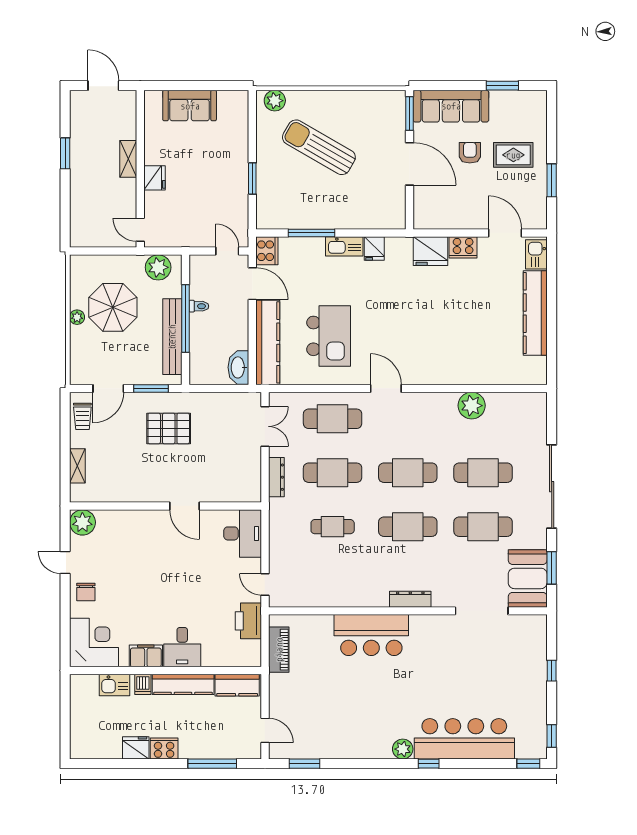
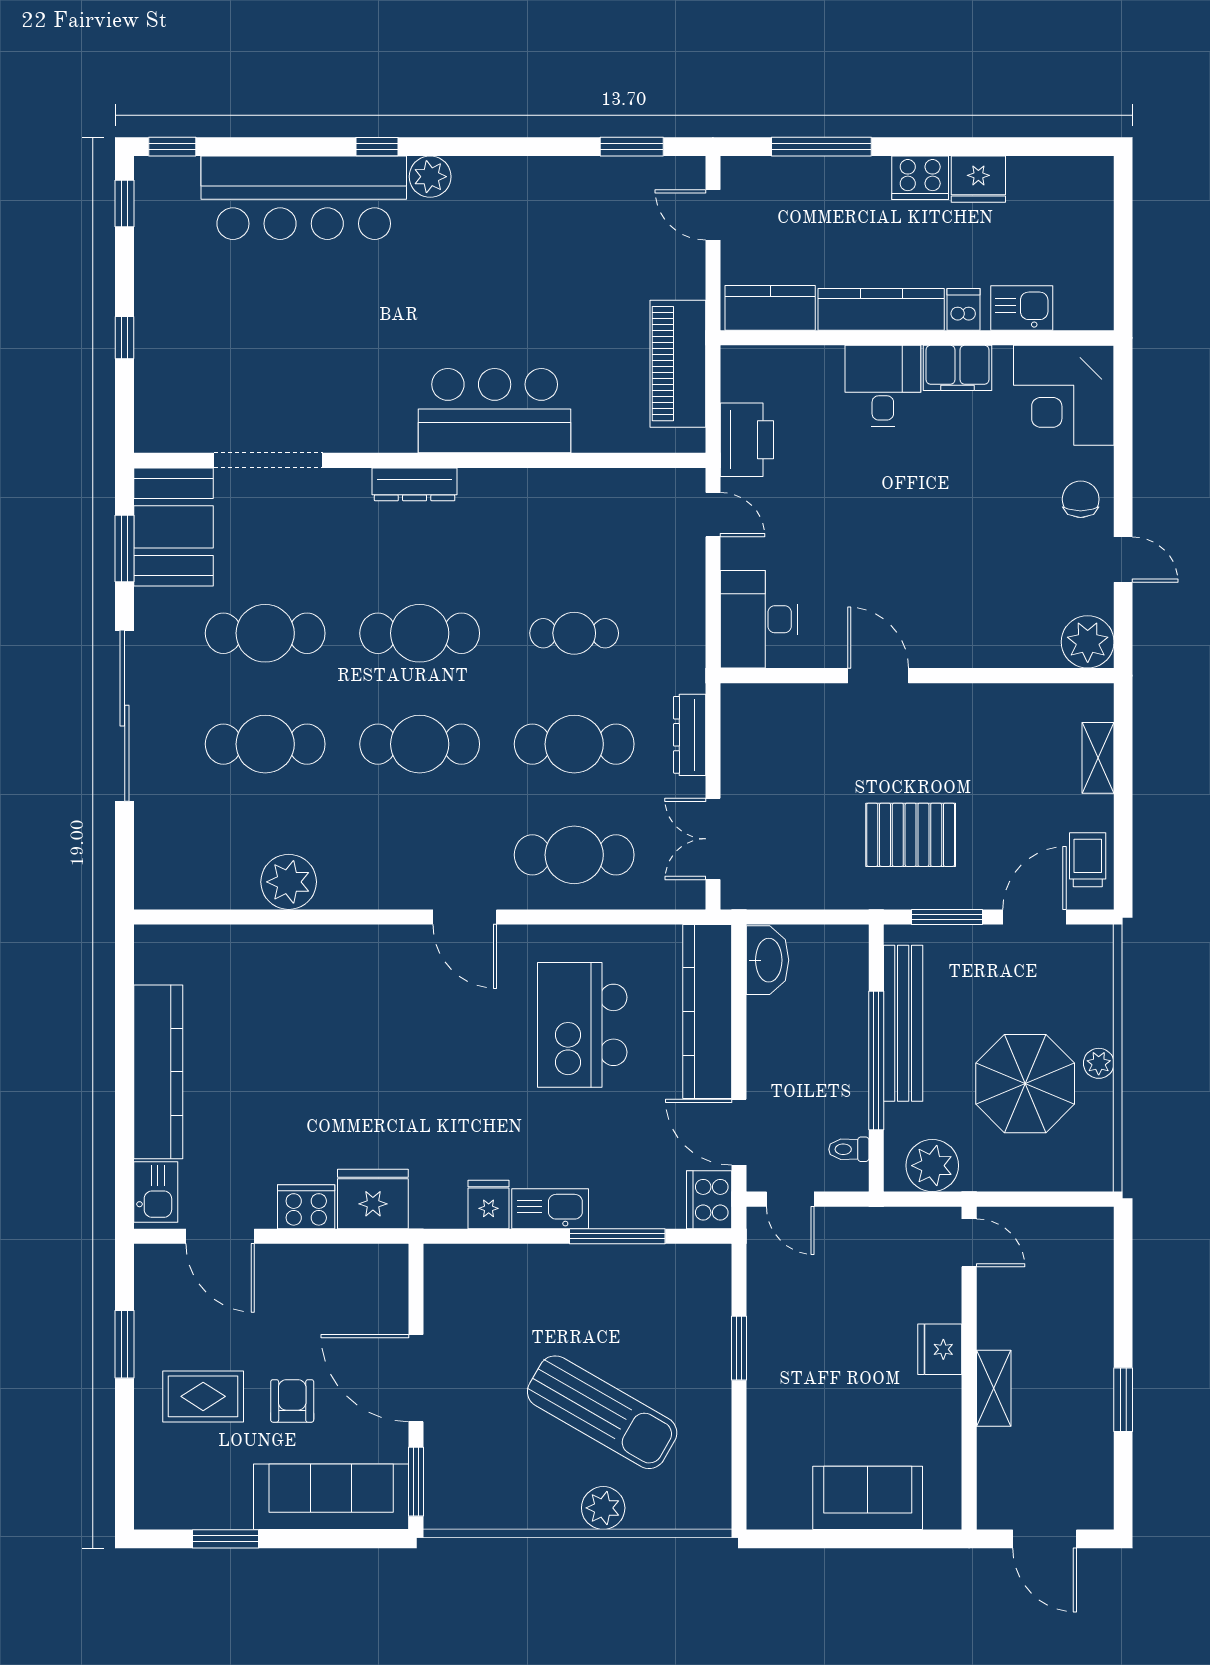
plant: (275, 101) -> (603, 1508), moved
armchair: (470, 153) -> (292, 1401), turned 180
toilet: (199, 306) -> (849, 1149), moved
piano: (279, 650) -> (678, 364), width x1.37, depth x1.33

